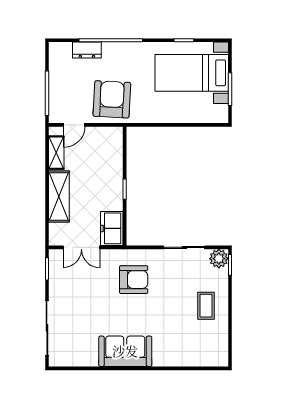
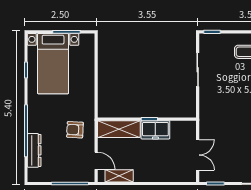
dresser: (87, 50) -> (34, 150), width x1.44
armchair: (112, 99) -> (75, 130), width x0.53, depth x0.53
shelving: (59, 196) -> (119, 129), moved
freezer: (112, 228) -> (155, 130), moved
plant: (219, 259) -> (207, 41), removed
armchair: (134, 280) -> (224, 112), removed

